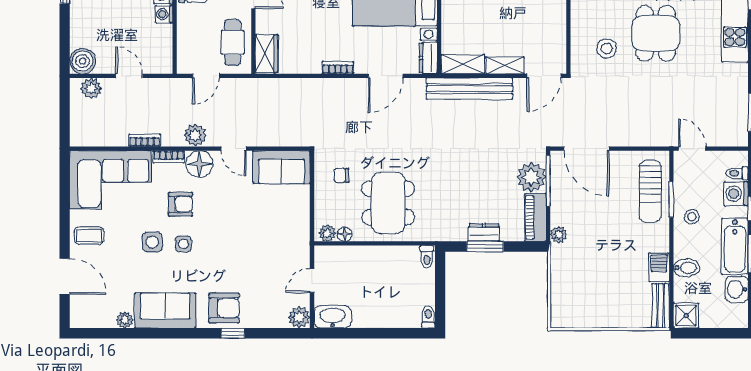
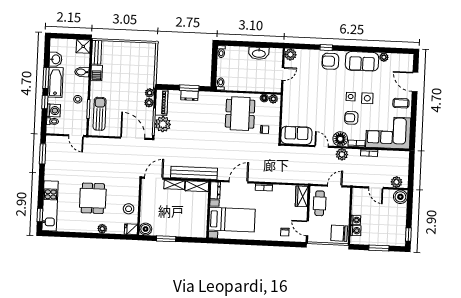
stool: (607, 49) -> (129, 209), moved
plant: (559, 216) -> (149, 103), added
washbasin: (333, 317) -> (259, 53), moved

